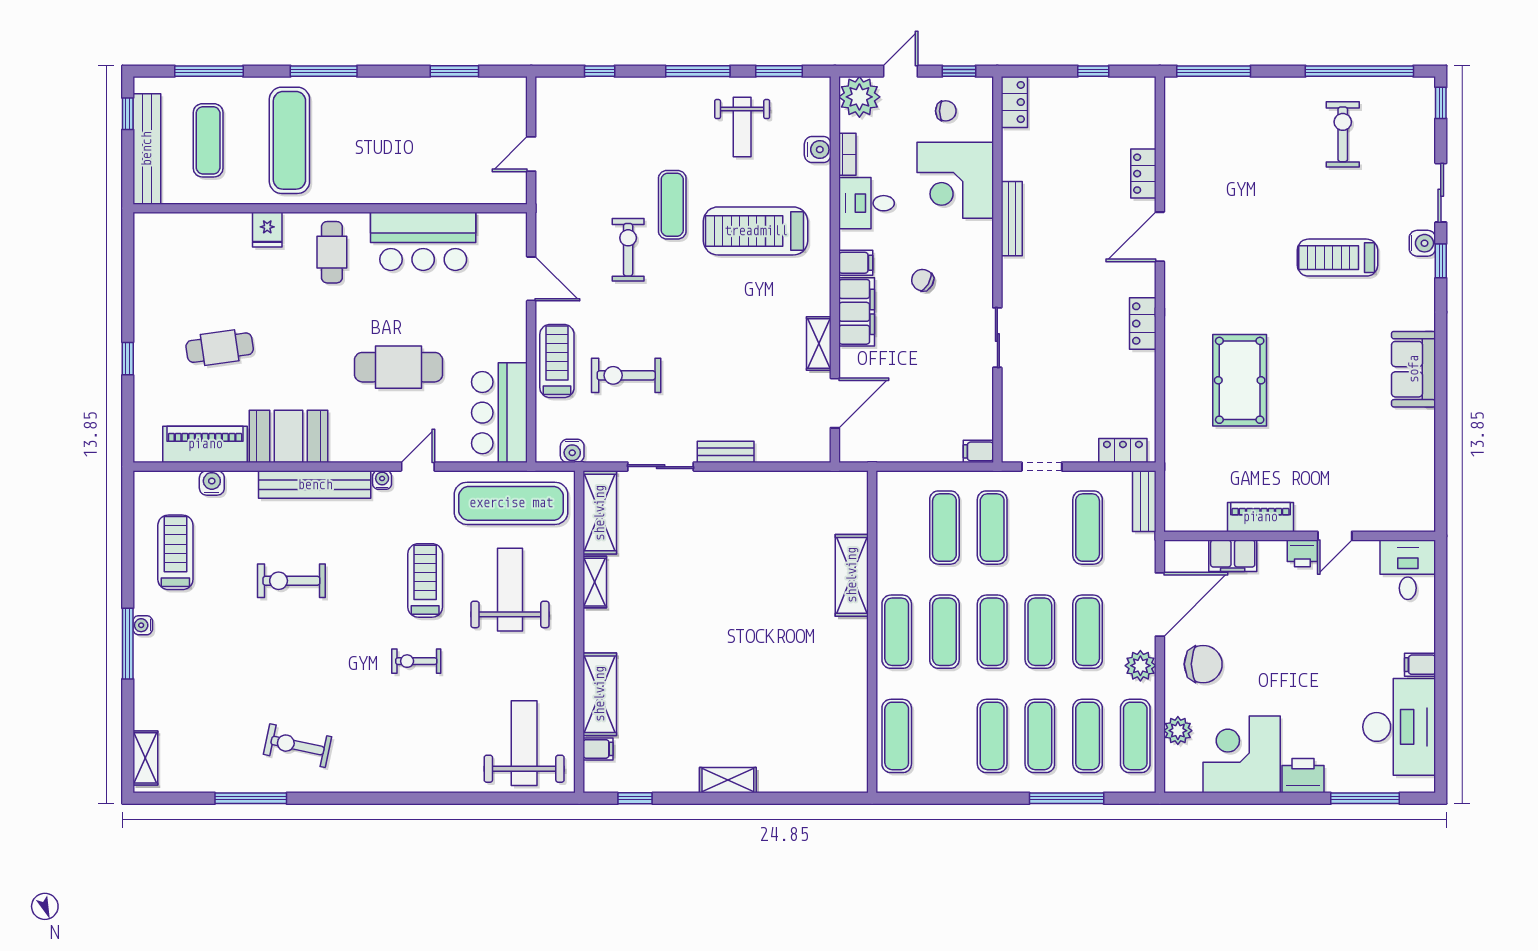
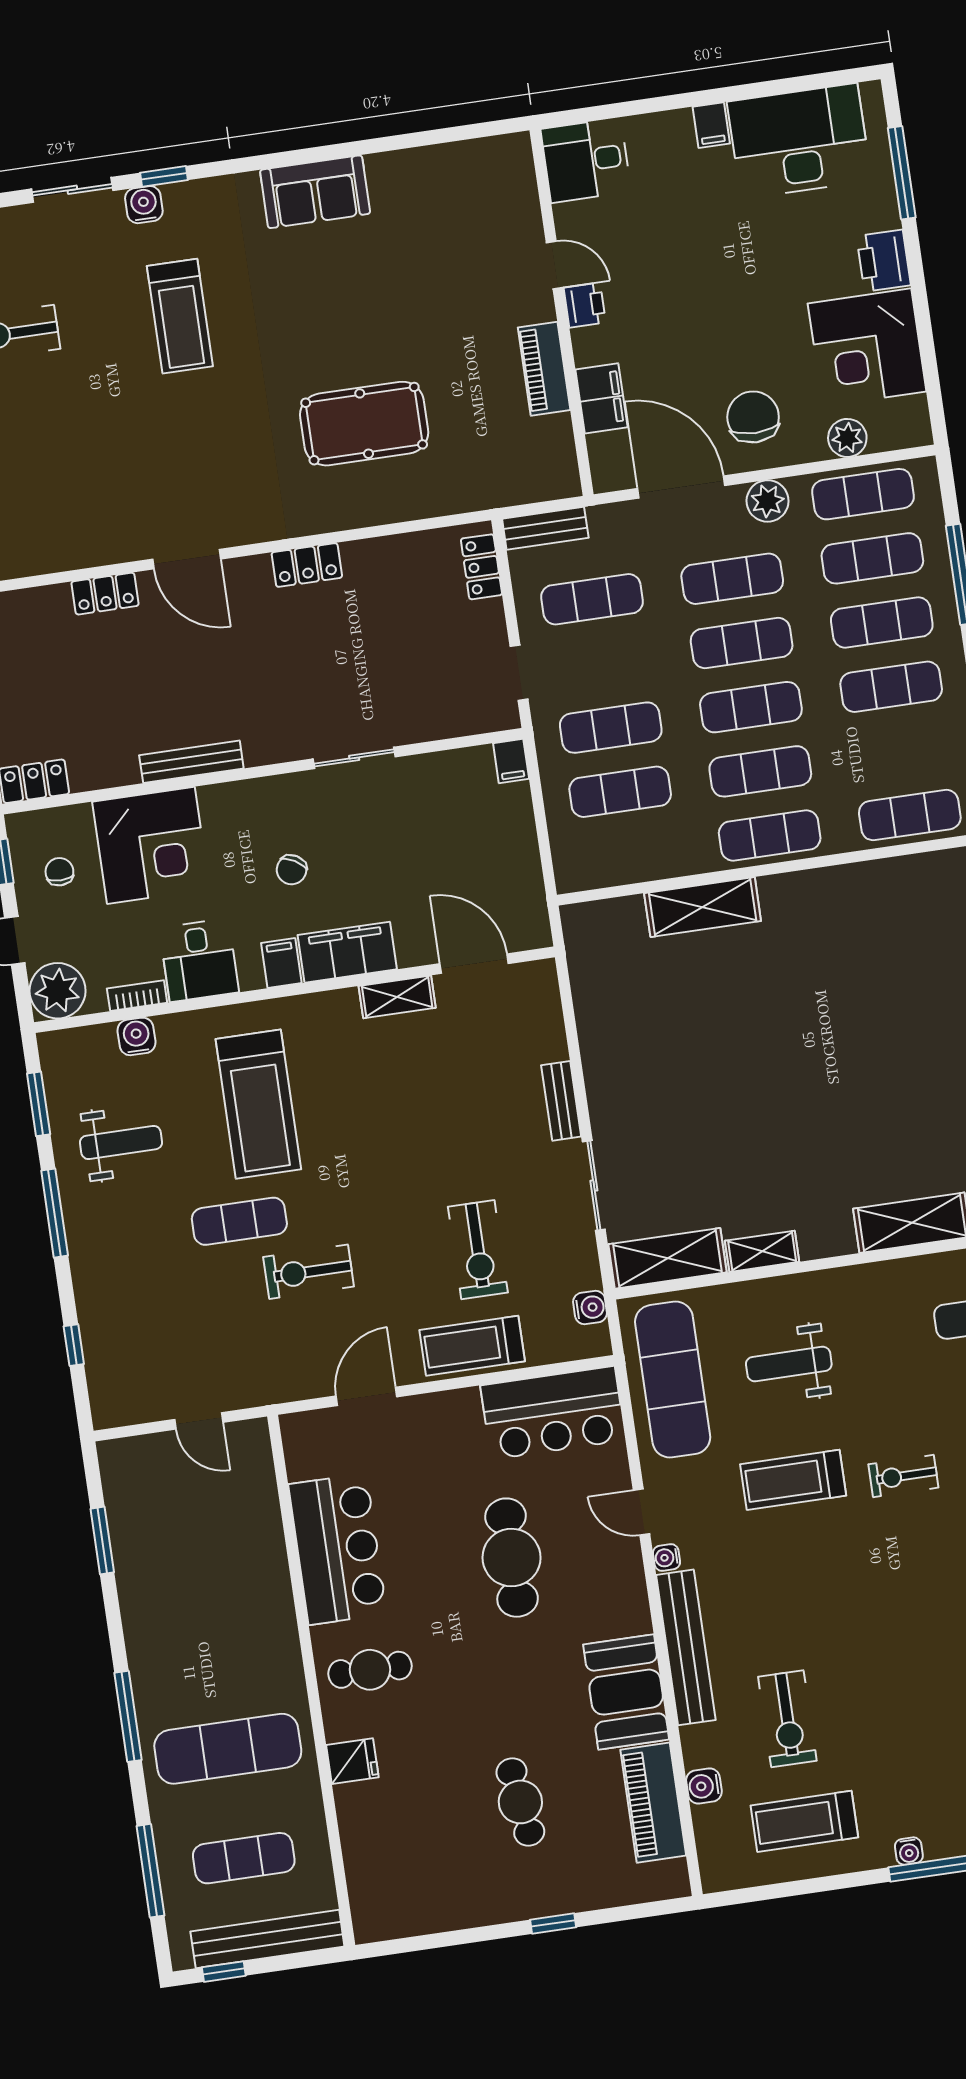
exercise bike: (291, 581) -> (787, 1719), moved
weight bench: (510, 590) -> (789, 1364), width x0.73, depth x0.75
exercise bike: (416, 661) -> (903, 1476), turned 90

